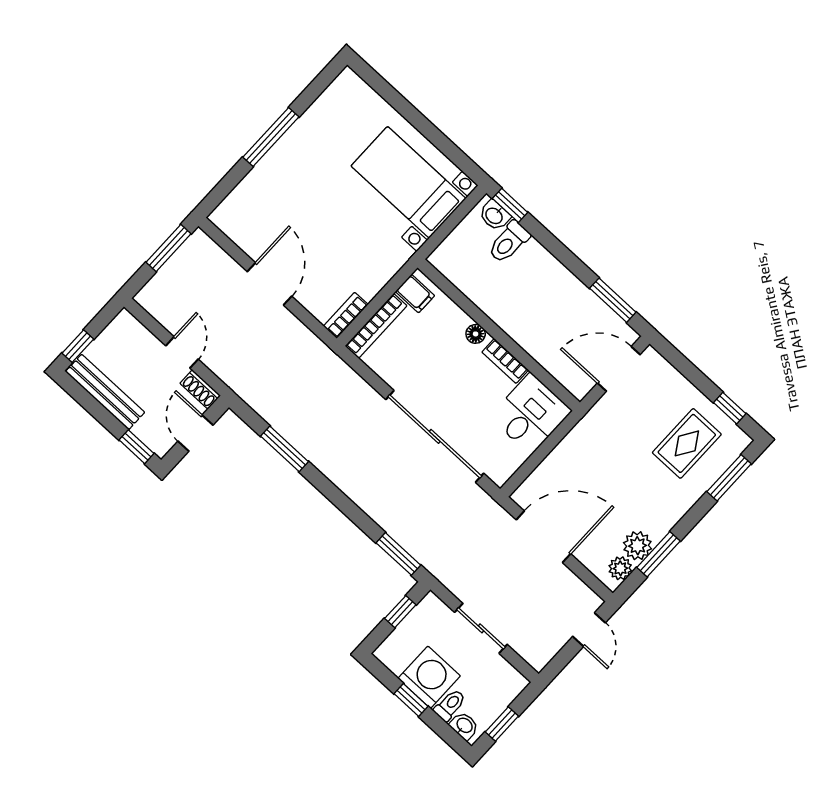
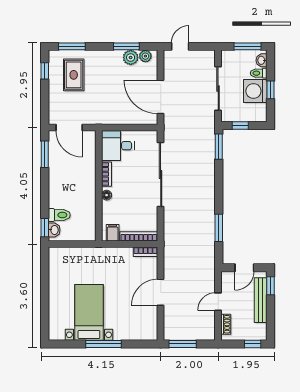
bed with nightstands: (408, 182) -> (89, 312), moved, turned 180
shoe rack: (200, 389) -> (226, 324), moved
bench: (105, 392) -> (261, 300), moved
rug: (687, 443) -> (74, 75), turned 90
sliding door: (481, 628) -> (218, 88), width x1.37
window: (502, 724) -> (247, 46), width x1.50

